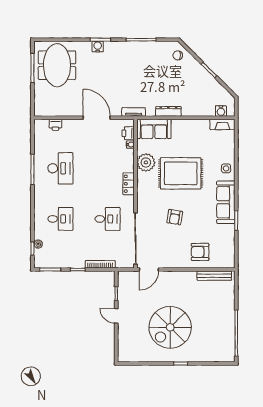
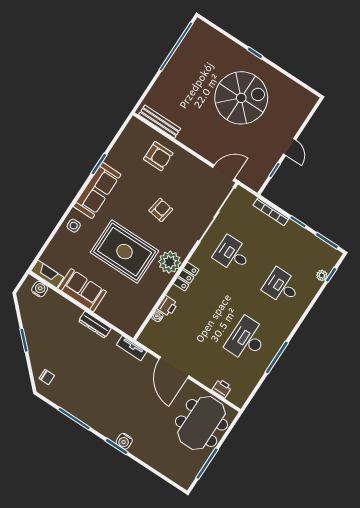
meeting table: (57, 65) -> (202, 423), moved
sofa: (154, 129) -> (82, 290), moved
printer: (128, 133) -> (167, 306), moved
plant: (146, 162) -> (170, 262), moved

